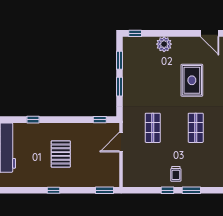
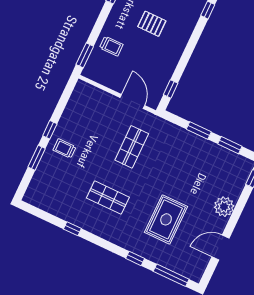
door: (210, 33) -> (220, 247), moved
rug: (192, 80) -> (166, 219), turned 90
shop shelf: (153, 128) -> (132, 147), turned 90
pallet: (61, 154) -> (152, 24), width x0.67, depth x0.71
trolley: (90, 175) -> (111, 46), added

